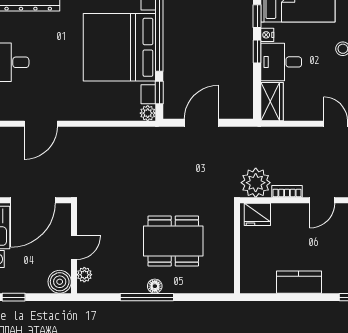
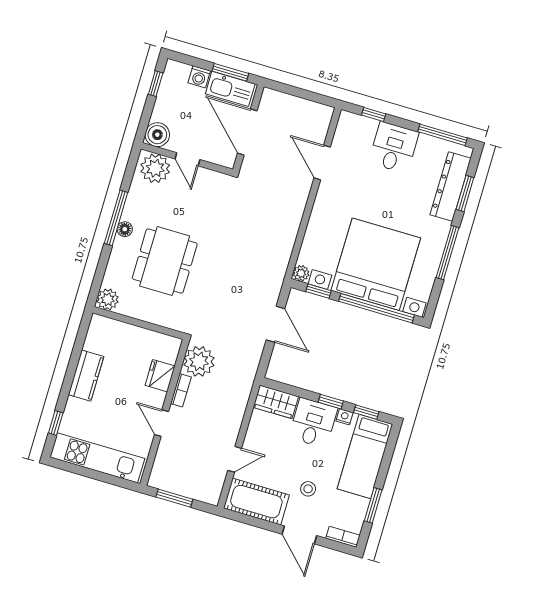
fridge: (257, 214) -> (160, 376), moved
plant: (84, 275) -> (155, 168), width x1.88, depth x1.88
plant: (224, 283) -> (108, 299), added

